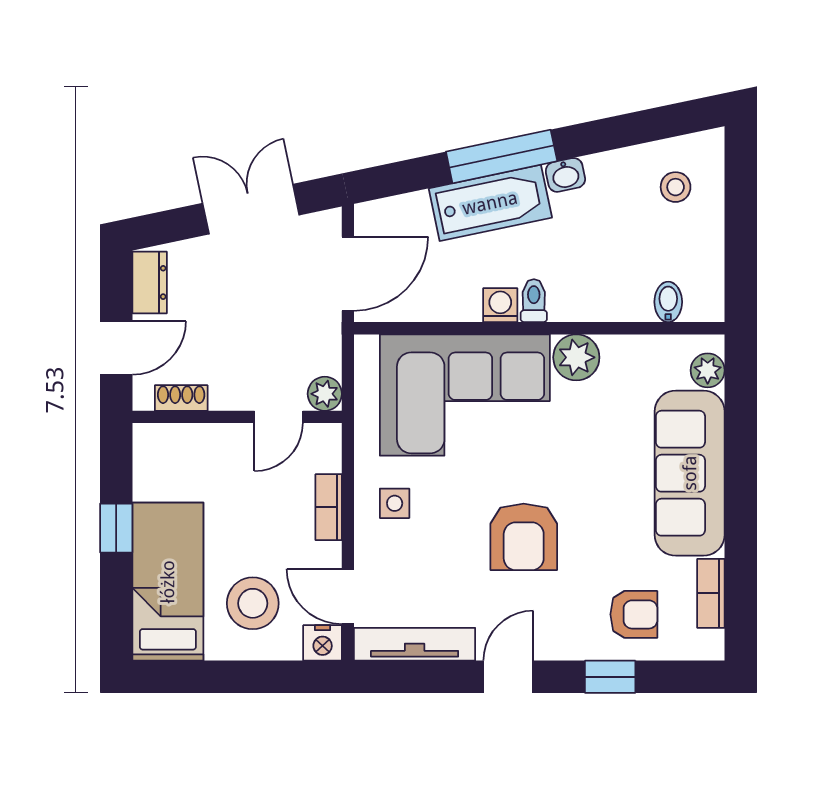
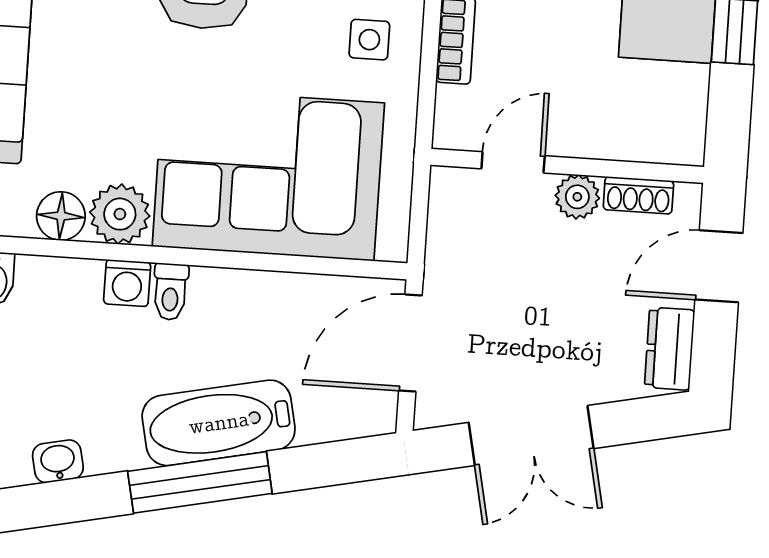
washbasin: (565, 175) -> (58, 461), moved
washing machine: (500, 305) -> (127, 283), moved
floor lamp: (621, 353) -> (61, 216), added
plant: (325, 394) -> (577, 197), moved

